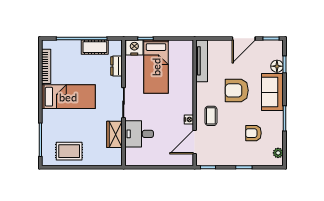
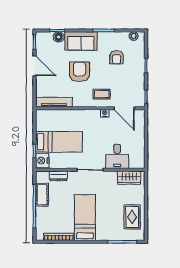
armchair: (237, 90) -> (80, 72), turned 180
wardrobe: (114, 134) -> (129, 178), moved

